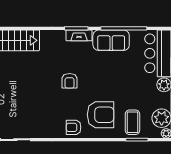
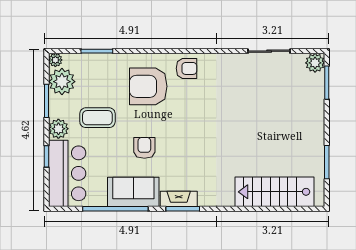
armchair: (70, 81) -> (144, 148), moved
coffee table: (132, 122) -> (97, 118), moved, turned 90

